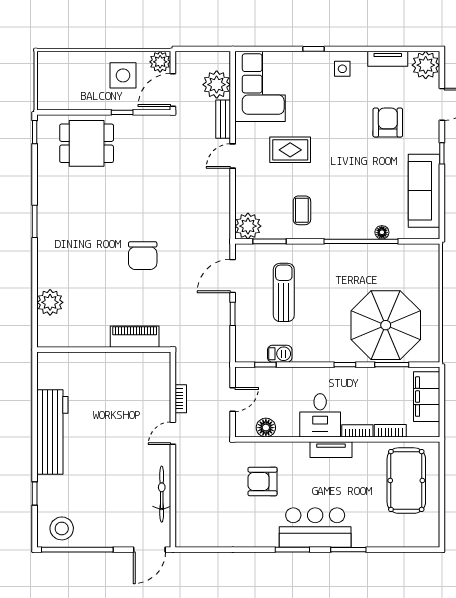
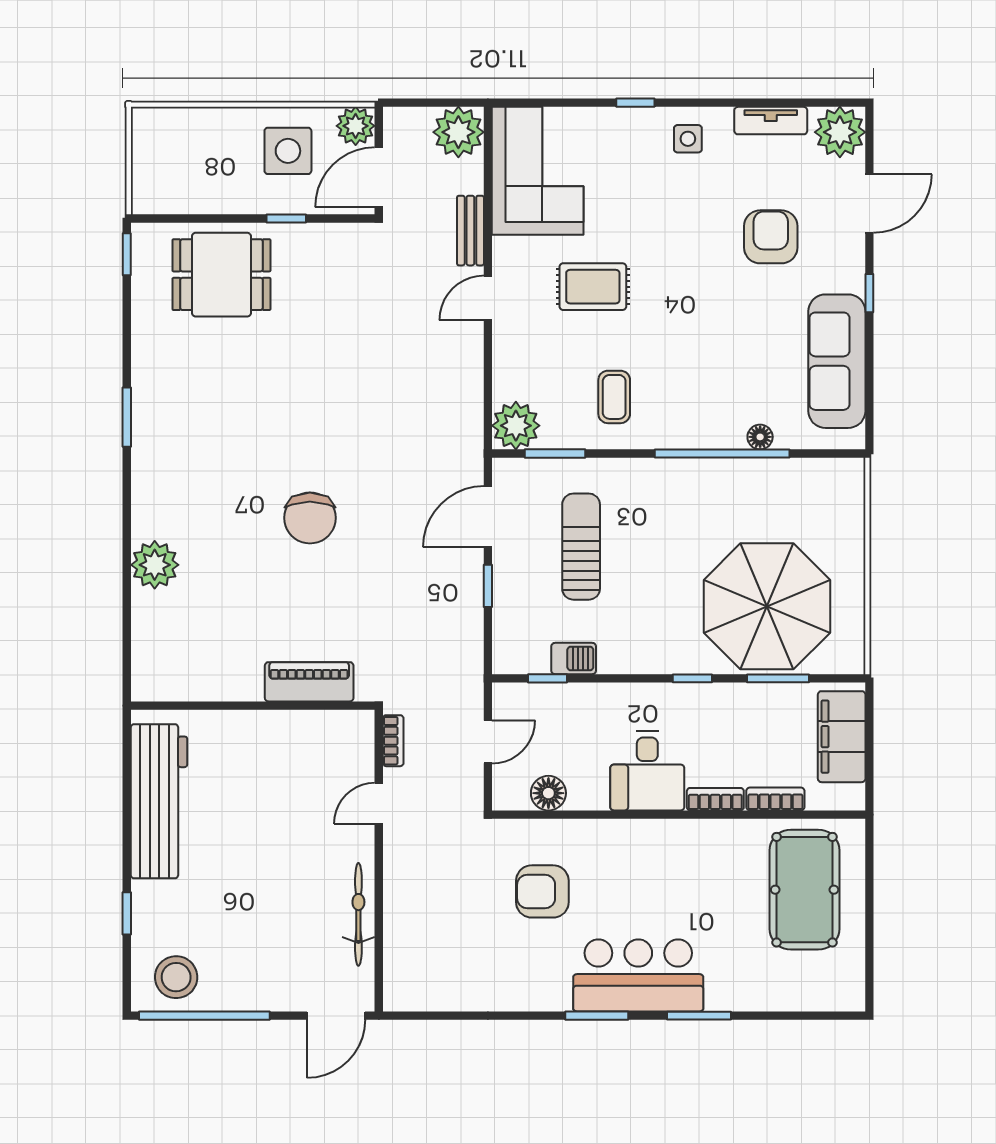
plant: (217, 85) -> (458, 132), moved
chair: (143, 256) -> (310, 518), moved
piano: (135, 337) -> (309, 682), moved
wall: (104, 350) -> (253, 706), moved
tv unit: (331, 450) -> (667, 833), removed

